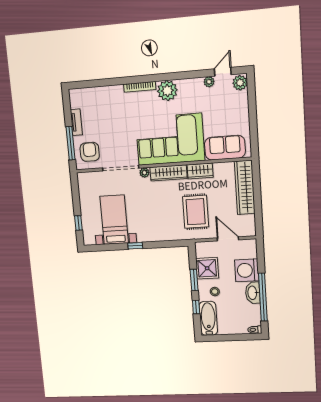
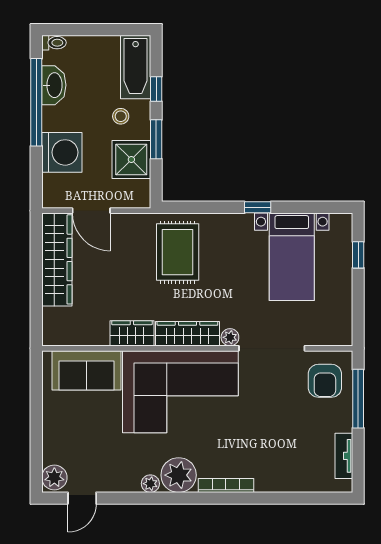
plant: (209, 82) -> (150, 484), moved
tv unit: (76, 122) -> (344, 456), moved
wardrobe: (245, 187) -> (57, 259), moved
rug: (196, 212) -> (178, 252), moved
washbasin: (253, 293) -> (54, 85), moved

